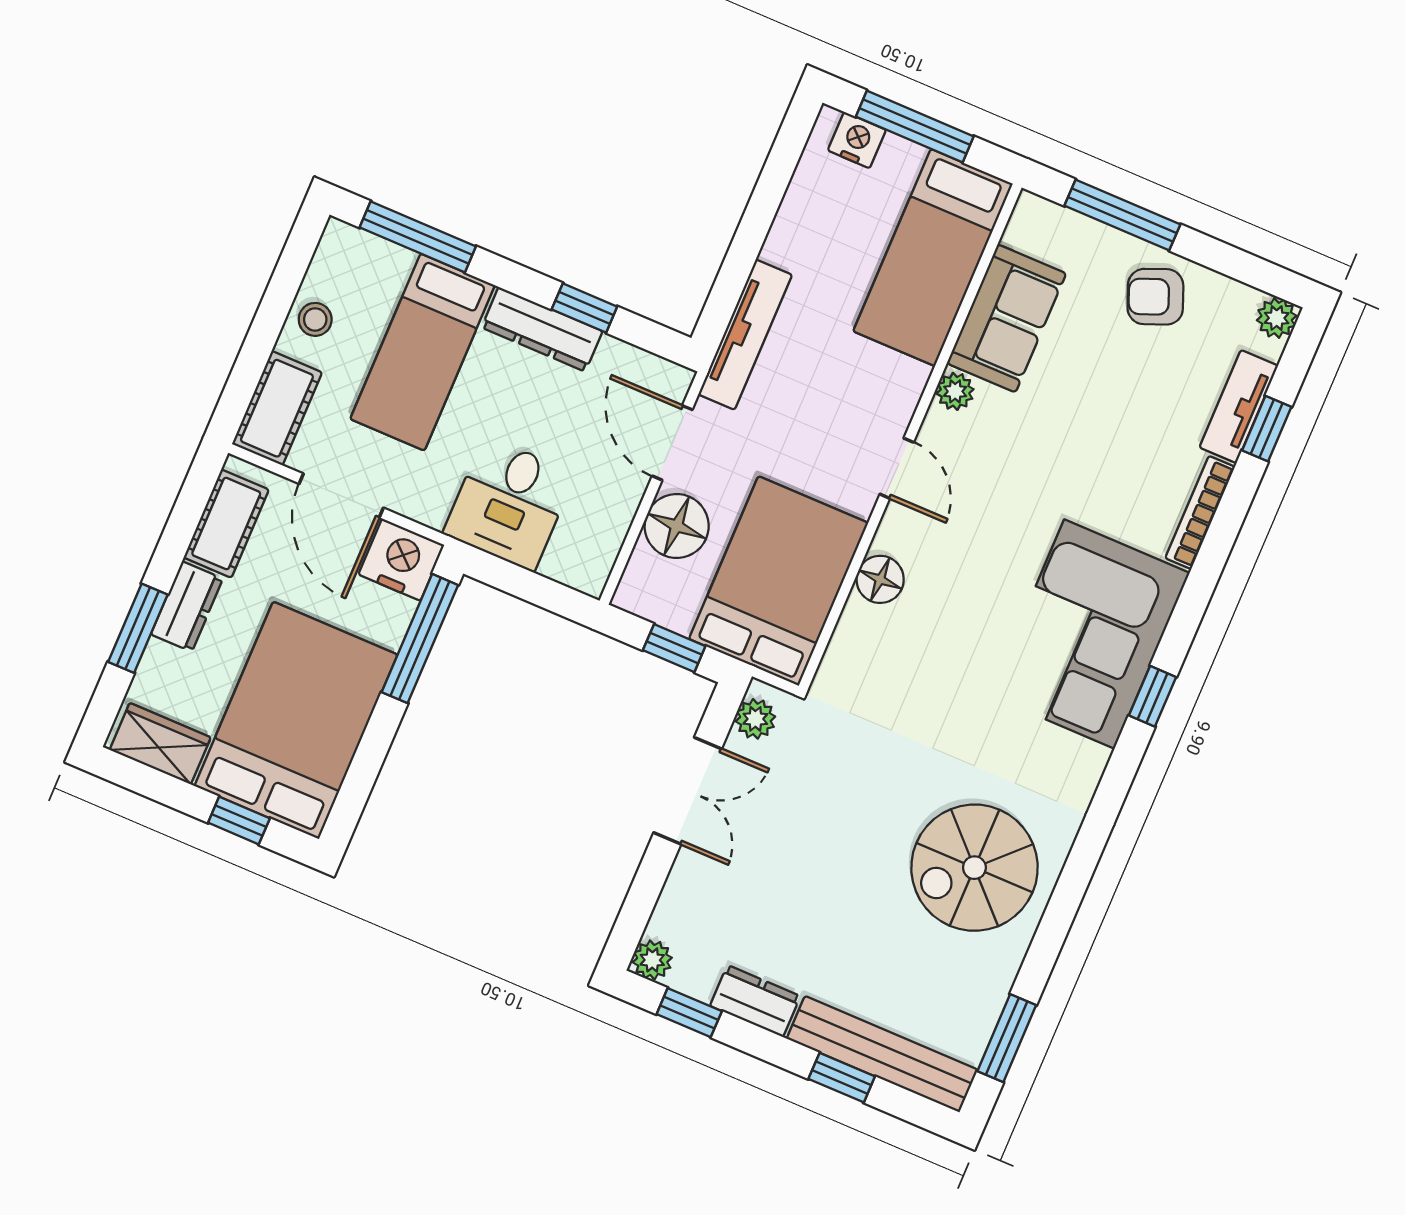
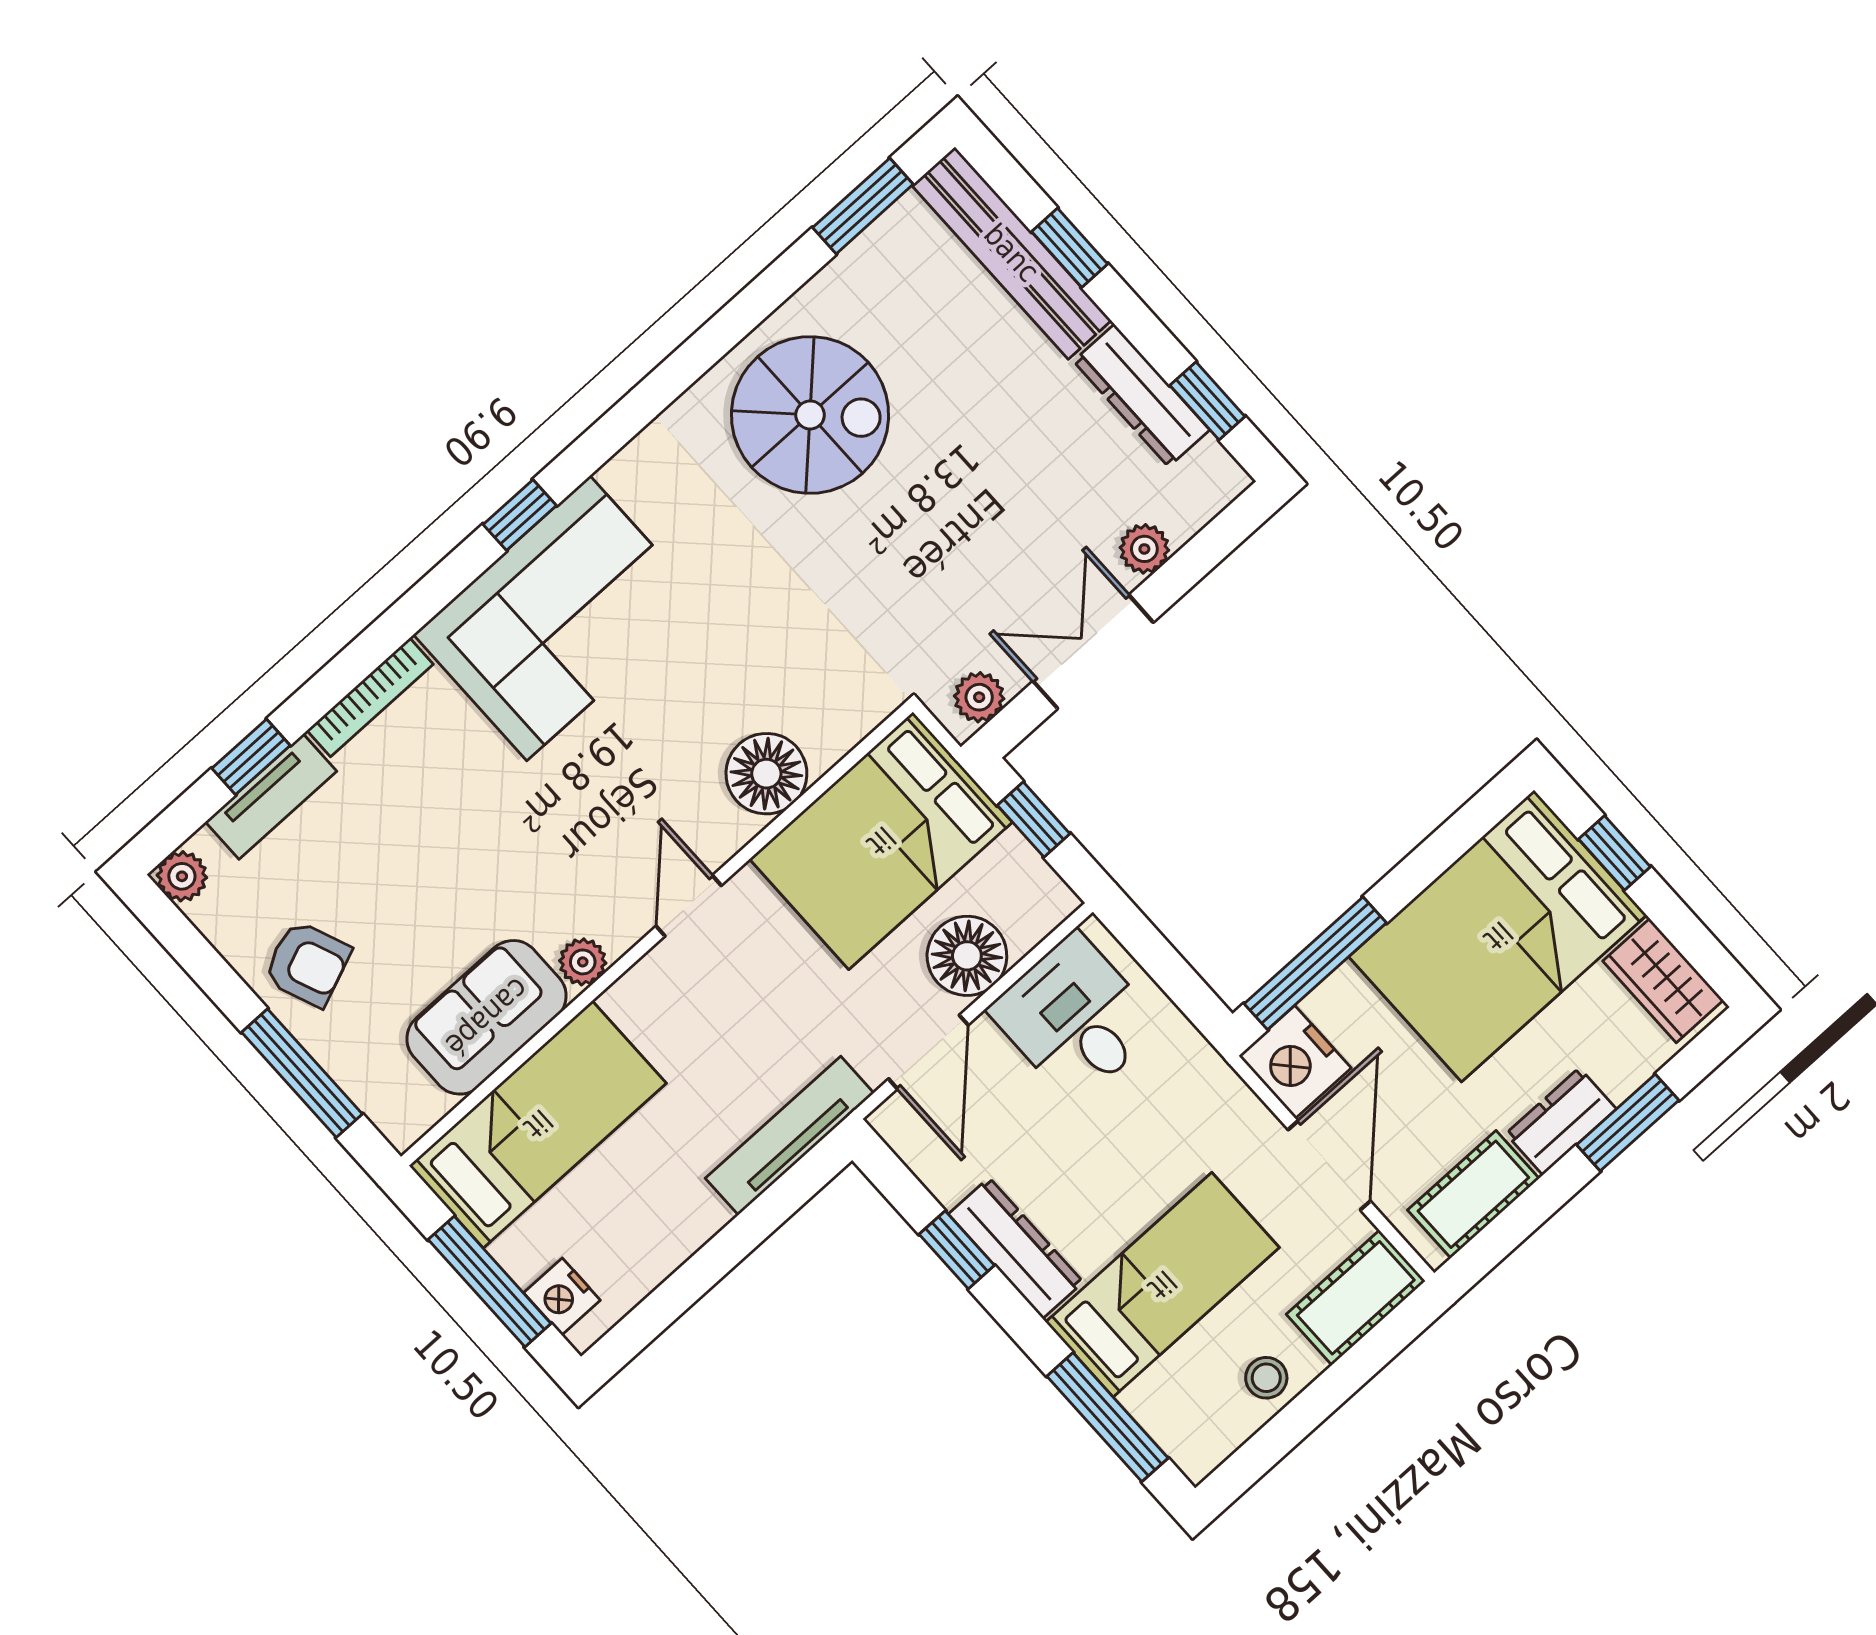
desk: (509, 503) -> (1075, 1018), moved, turned -90
floor lamp: (880, 579) -> (766, 774), width x1.38, depth x1.38
plant: (652, 960) -> (1144, 549), moved
dresser: (755, 1001) -> (1142, 395), width x1.44

